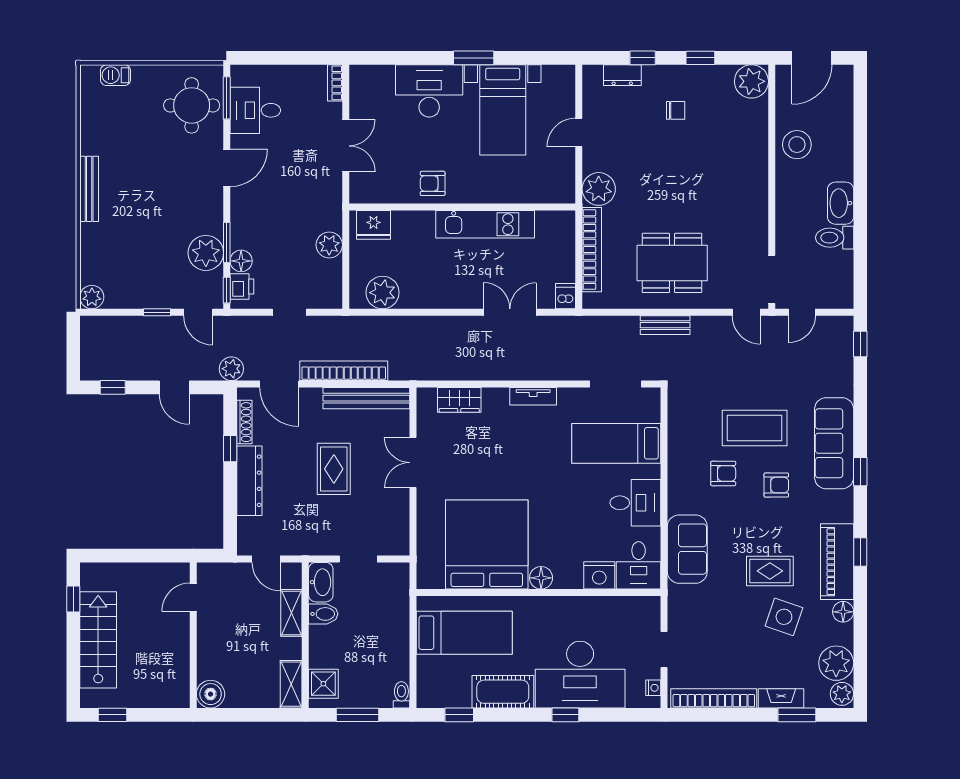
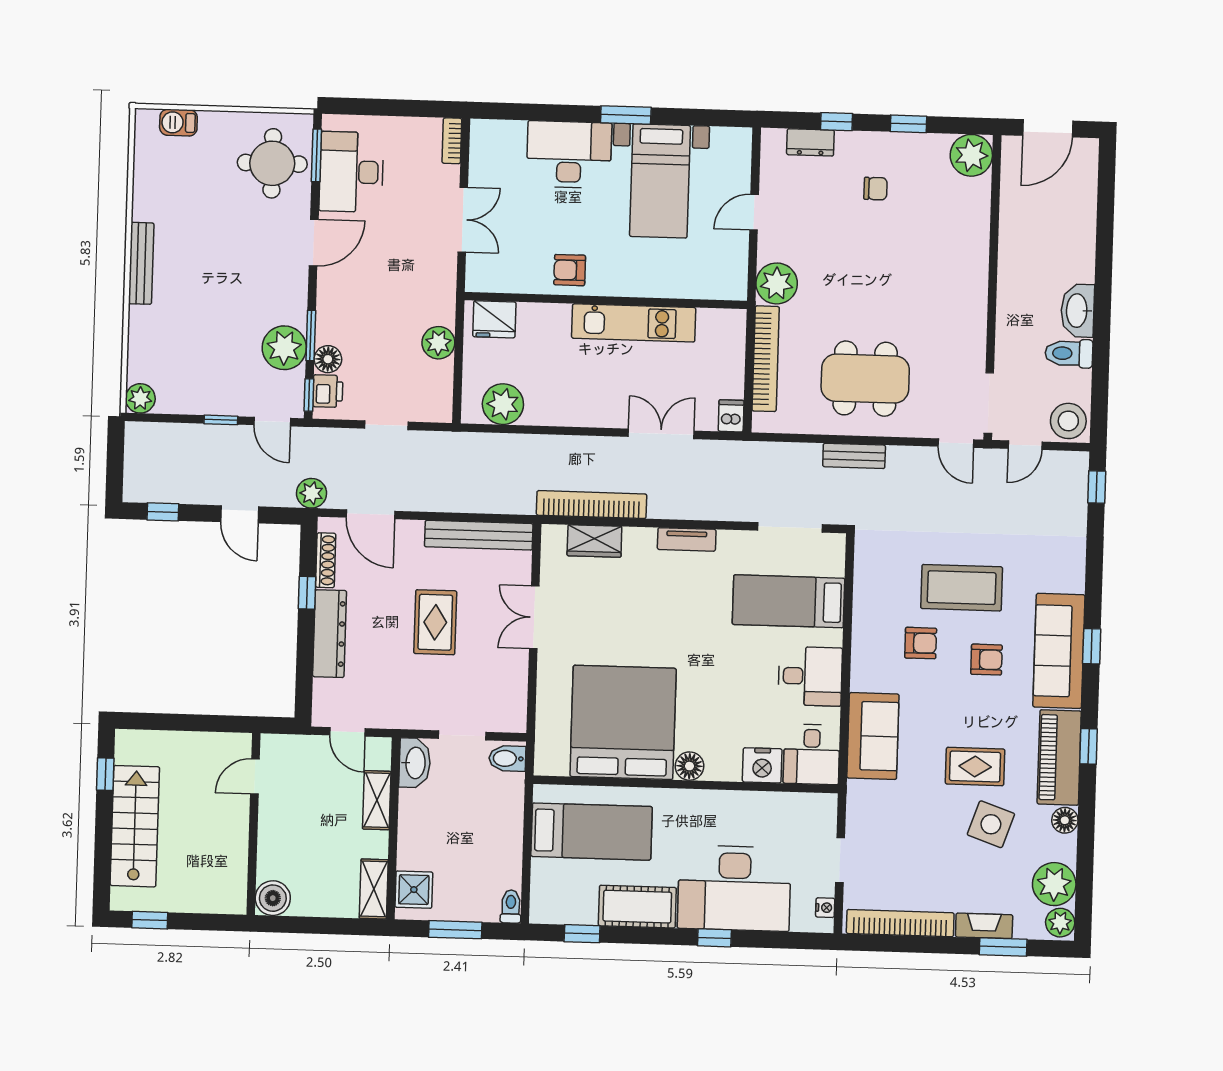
desk: (255, 110) -> (351, 172), width x1.37
stool: (797, 145) -> (1068, 421), moved
bookcase: (344, 371) -> (592, 505), moved
sofa: (834, 443) -> (1059, 651), moved
bidet: (323, 614) -> (507, 758), moved, turned 180

